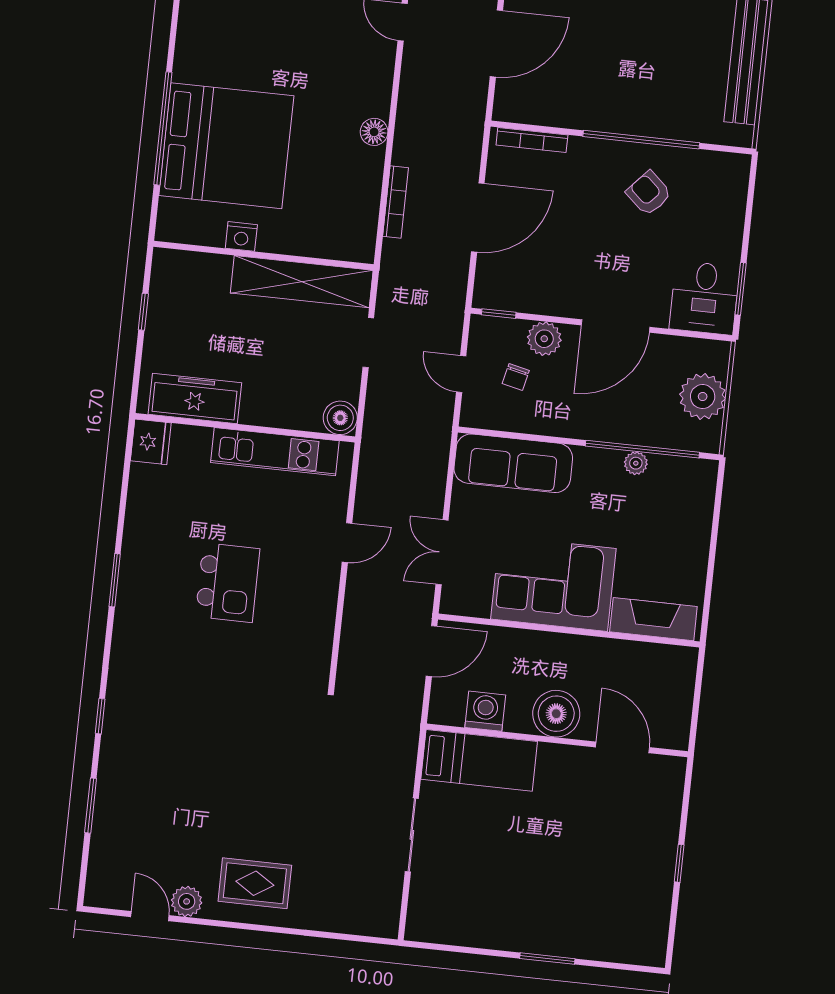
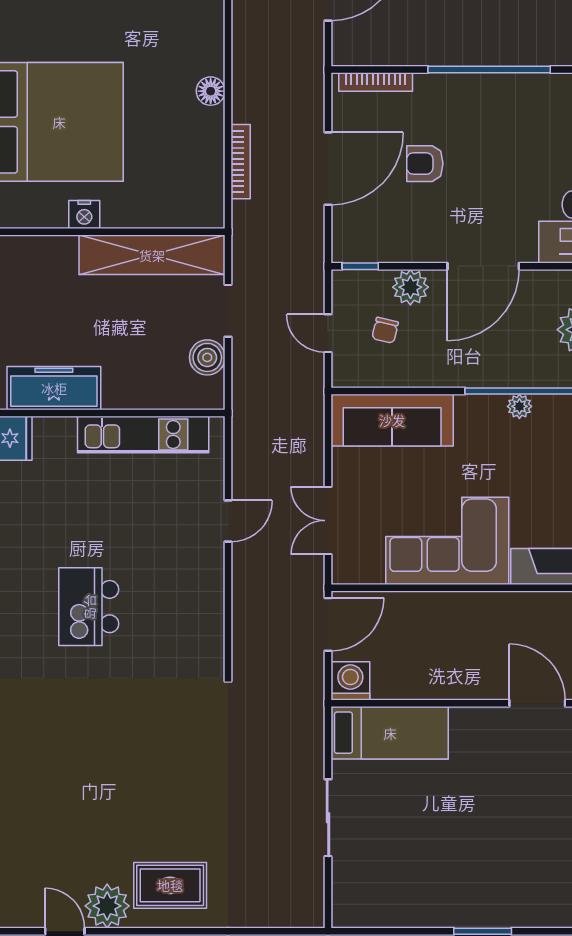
armchair: (649, 193) -> (425, 164), moved, turned -42
boiler: (340, 418) -> (207, 357), moved
kitchen island: (228, 583) -> (89, 607), moved, turned 180
washing machine: (485, 711) -> (350, 681), moved
boiler: (556, 714) -> (465, 676), removed
plant: (187, 901) -> (107, 906), width x1.36, depth x1.36

